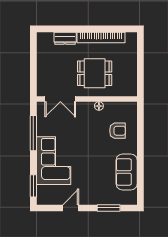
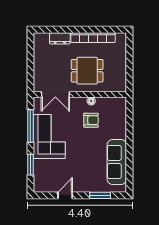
armchair: (118, 131) -> (91, 120), moved
corner sofa: (54, 161) -> (49, 137), moved
sofa: (127, 172) -> (117, 162), width x1.36
window: (33, 186) -> (30, 165), moved

